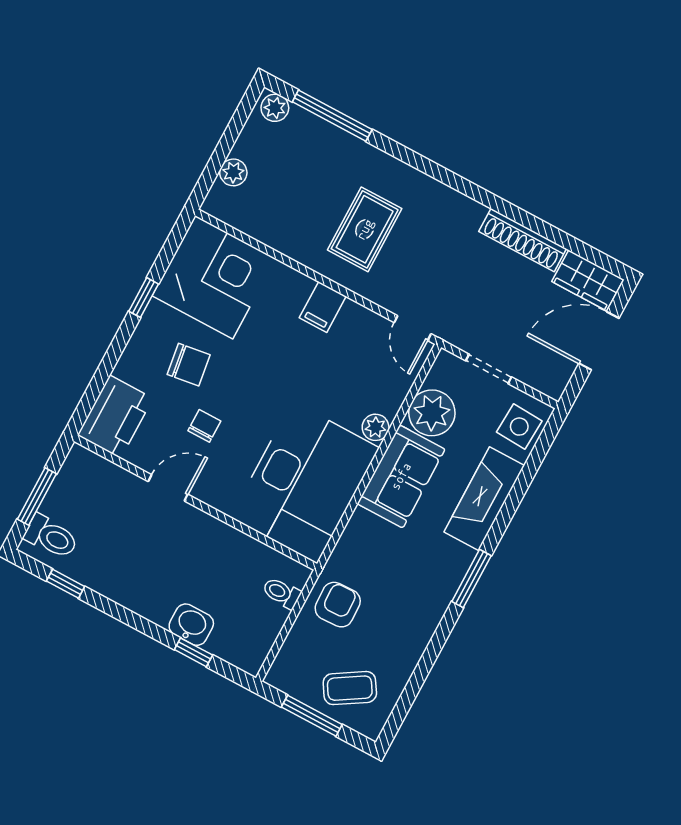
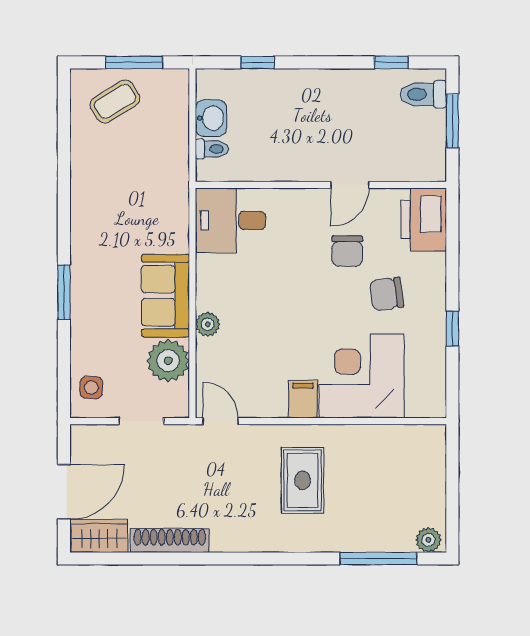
plant: (233, 172) -> (434, 469), removed
corner desk: (214, 277) -> (362, 376), moved, turned 90
chair: (204, 426) -> (347, 251), width x1.37, depth x1.37
side table: (519, 427) -> (91, 388), width x0.73, depth x0.73
desk: (305, 482) -> (230, 220), width x0.53, depth x0.77
fireplace: (484, 499) -> (88, 314), removed
window: (471, 579) -> (64, 292), moved
armchair: (338, 605) -> (161, 164), removed
washbasin: (191, 625) -> (211, 118), moved, turned -90

